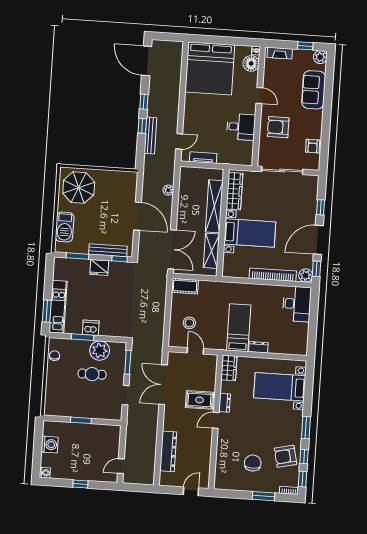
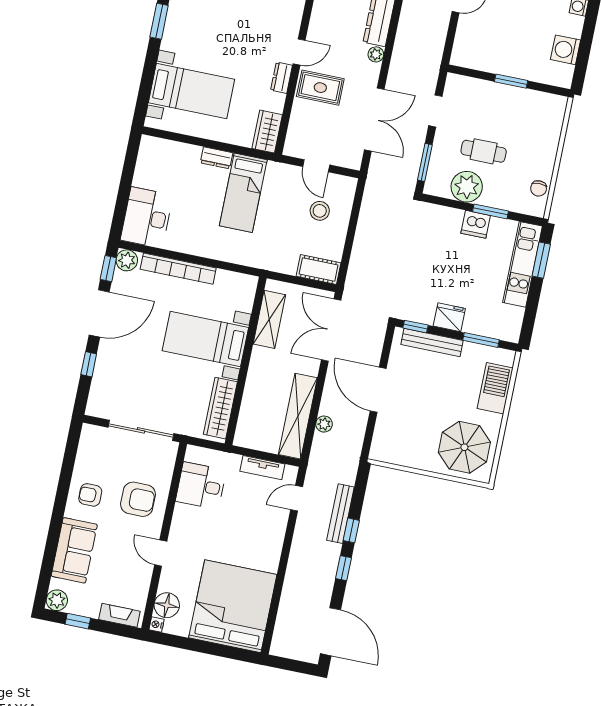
desk: (241, 127) -> (201, 486), moved
armchair: (313, 146) -> (90, 495), moved, turned -90
shelving: (214, 206) -> (298, 416), moved
plant: (168, 425) -> (376, 54), added

